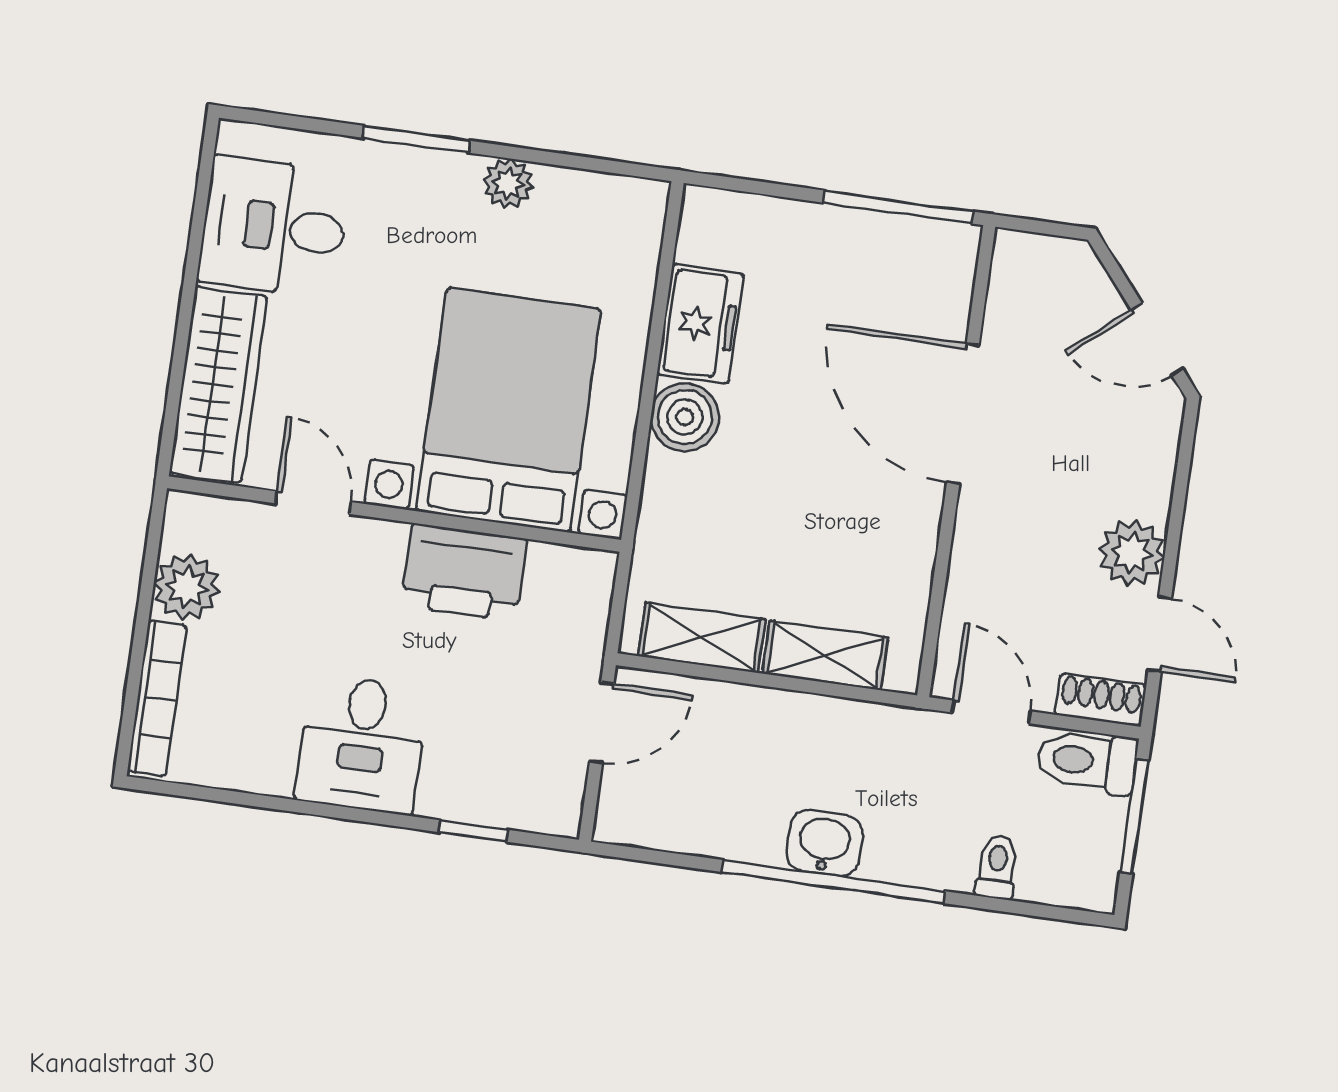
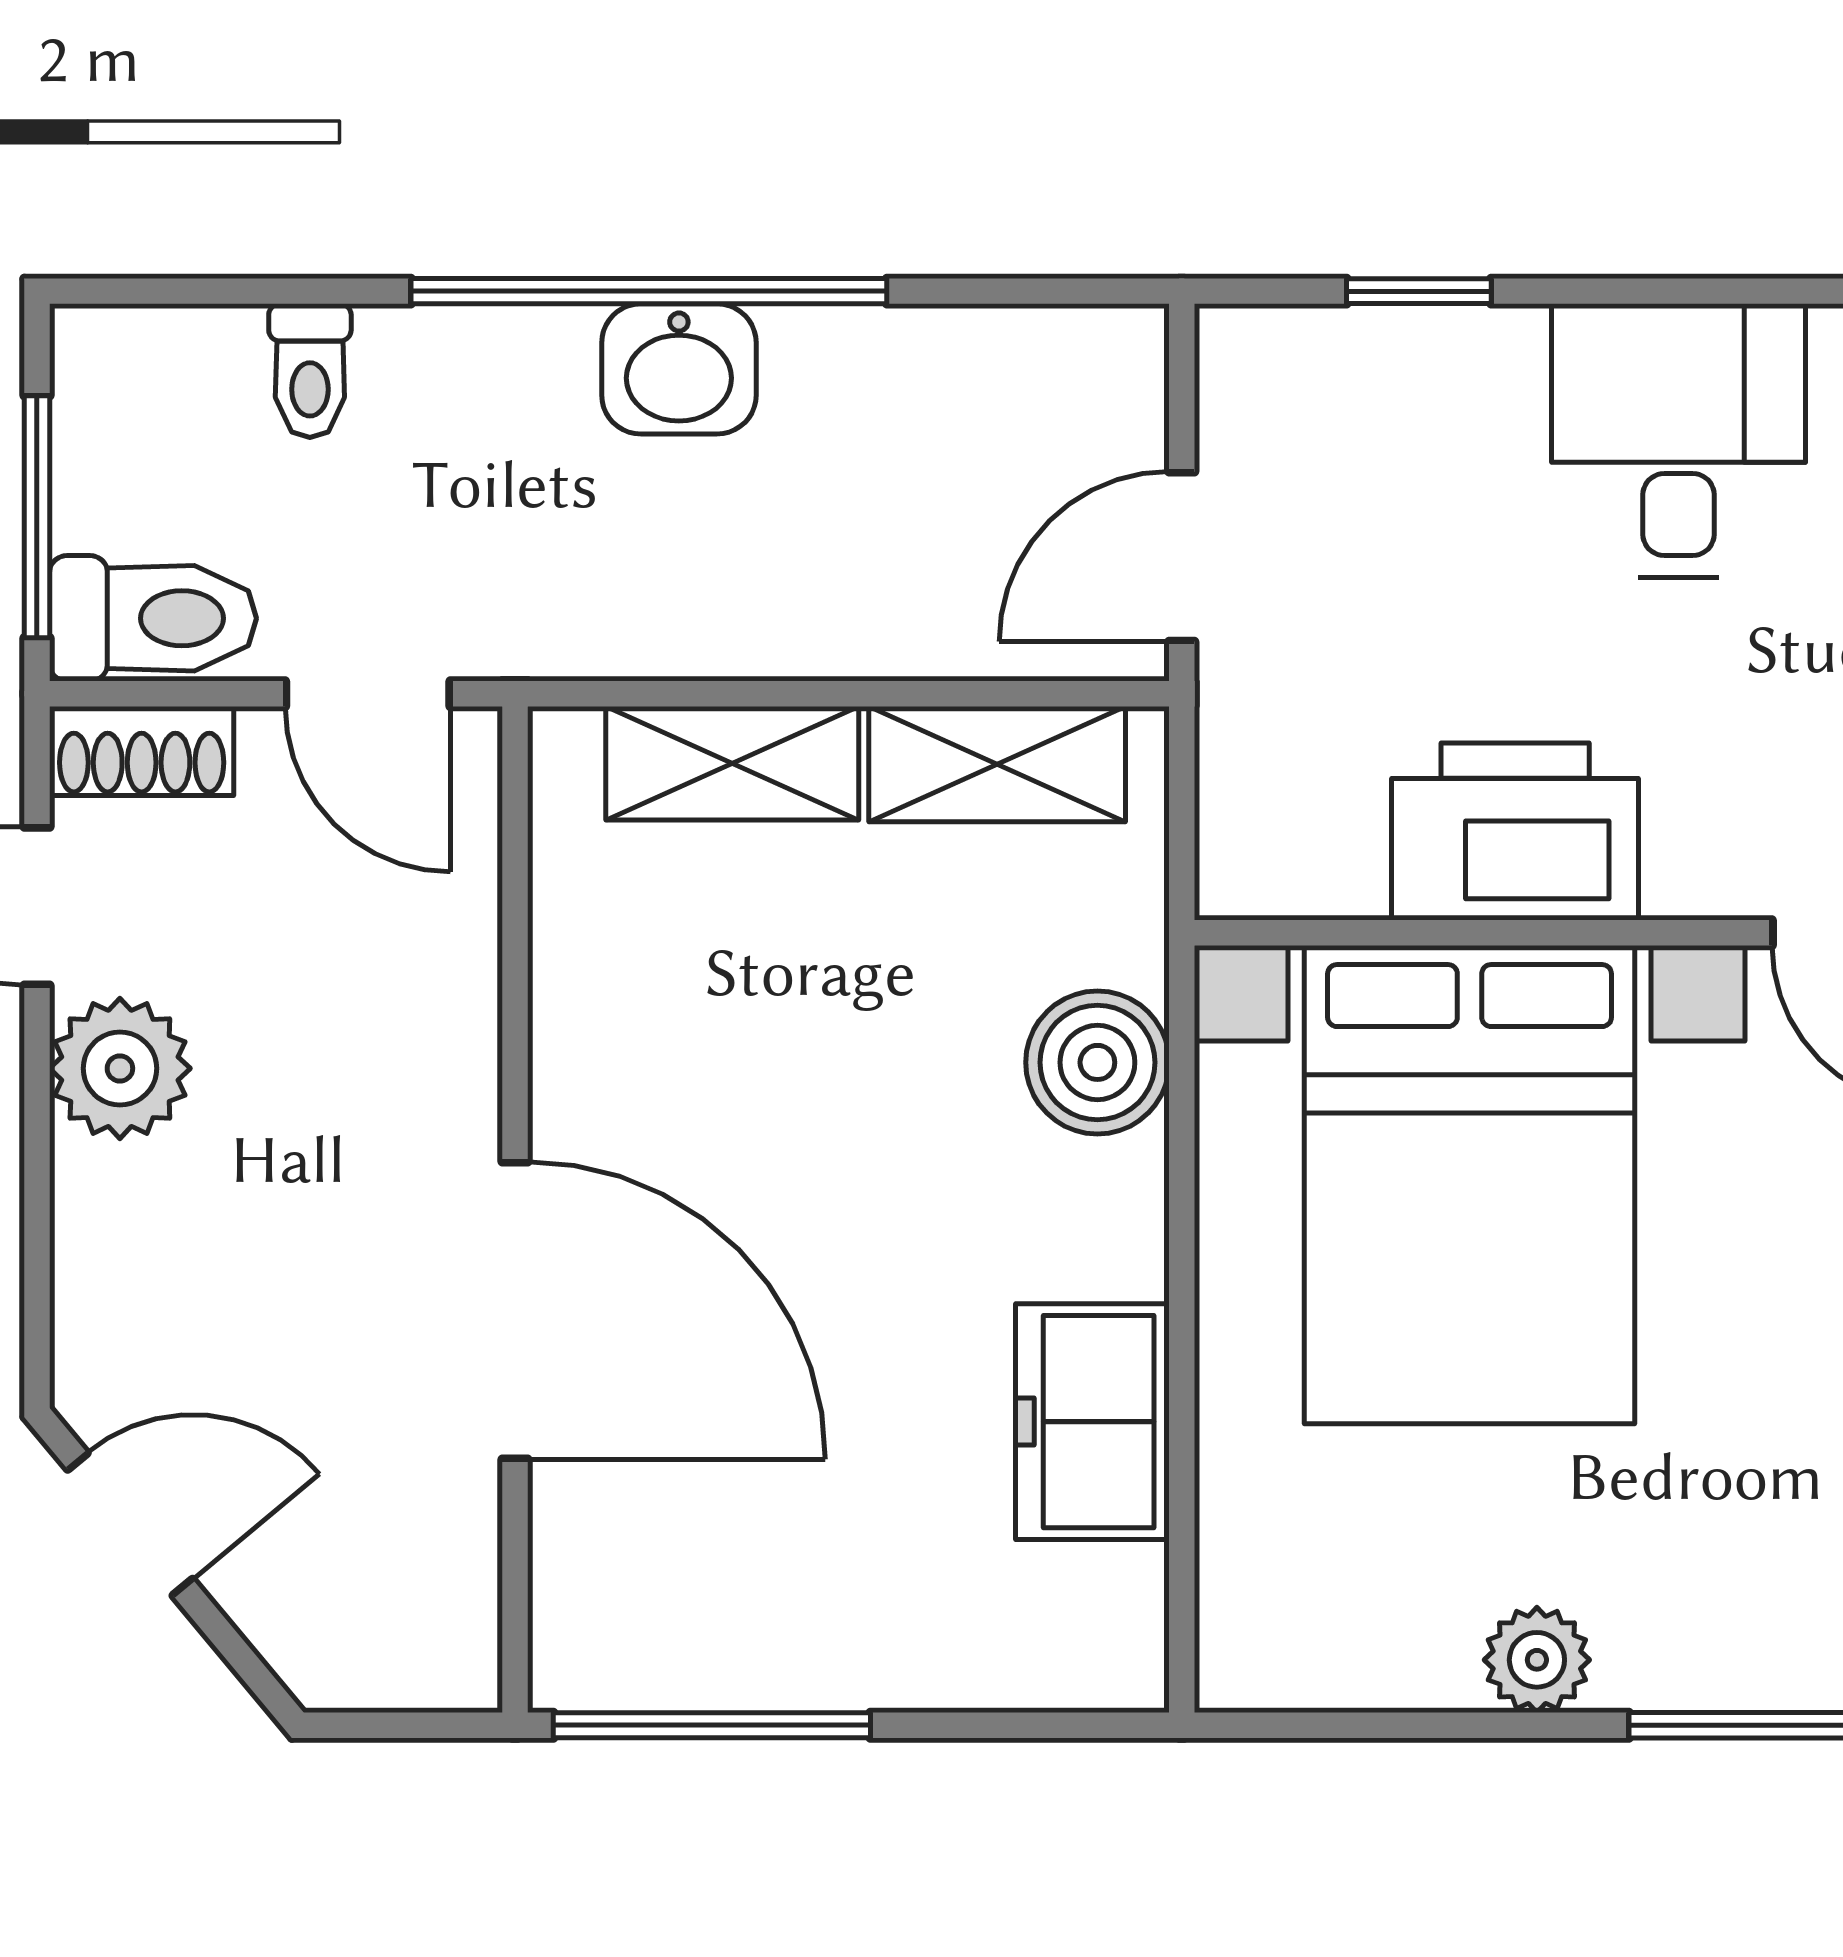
boiler: (685, 417) -> (1097, 1062), moved

